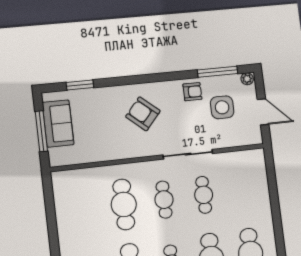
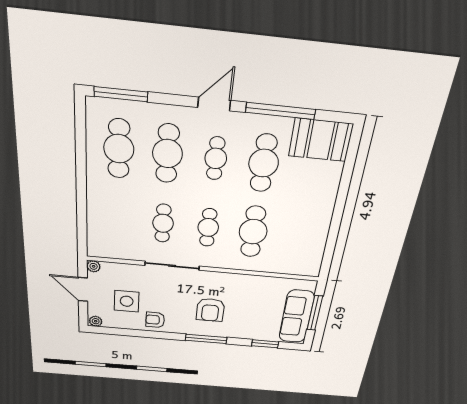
window: (218, 72) -> (206, 339), moved
armchair: (143, 114) -> (210, 310), turned 49
sofa: (58, 124) -> (297, 317), width x1.36
plant: (257, 139) -> (94, 266), added

